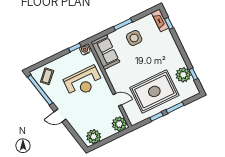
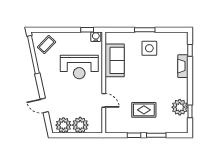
fireplace: (160, 20) -> (183, 66), moved
sofa: (105, 52) -> (115, 60), moved
rug: (154, 91) -> (144, 110), width x0.54, depth x0.49
door: (60, 116) -> (44, 105), moved
plant: (119, 124) -> (80, 125), moved

